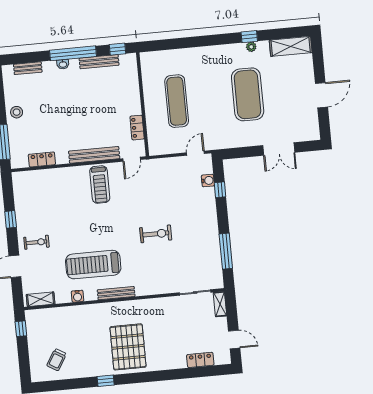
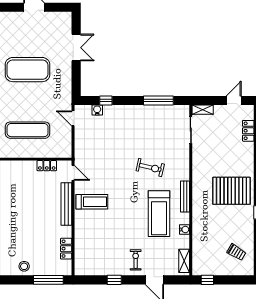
exercise bike: (156, 234) -> (150, 167), moved, turned 103

